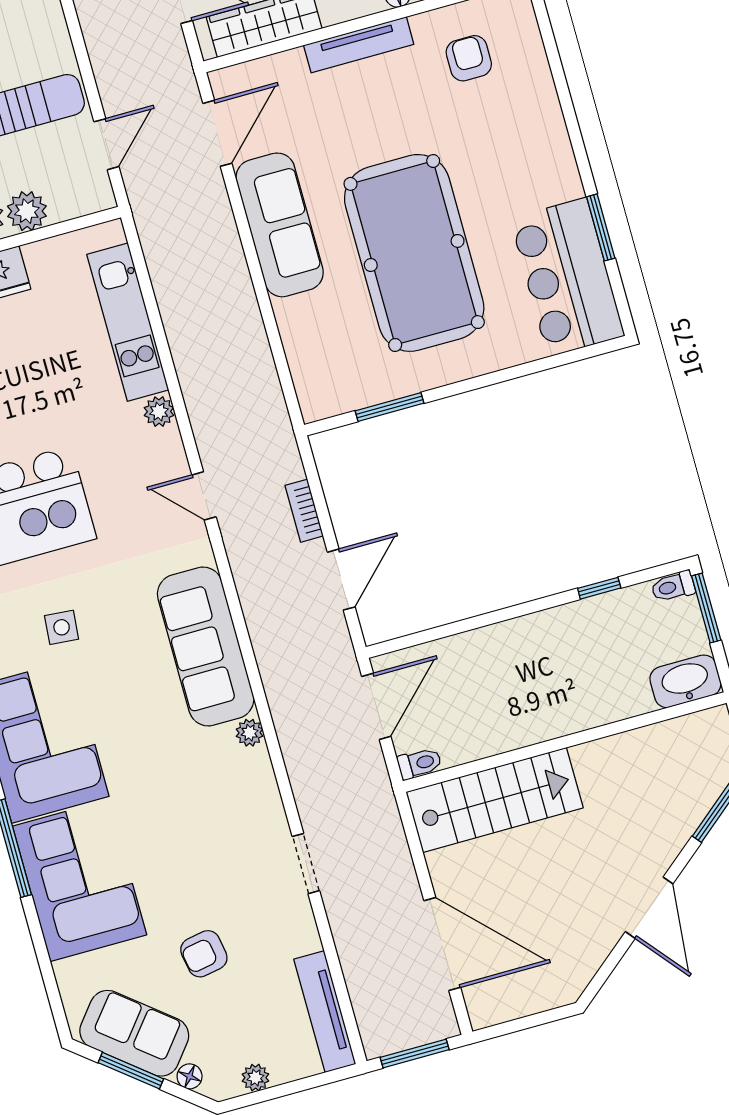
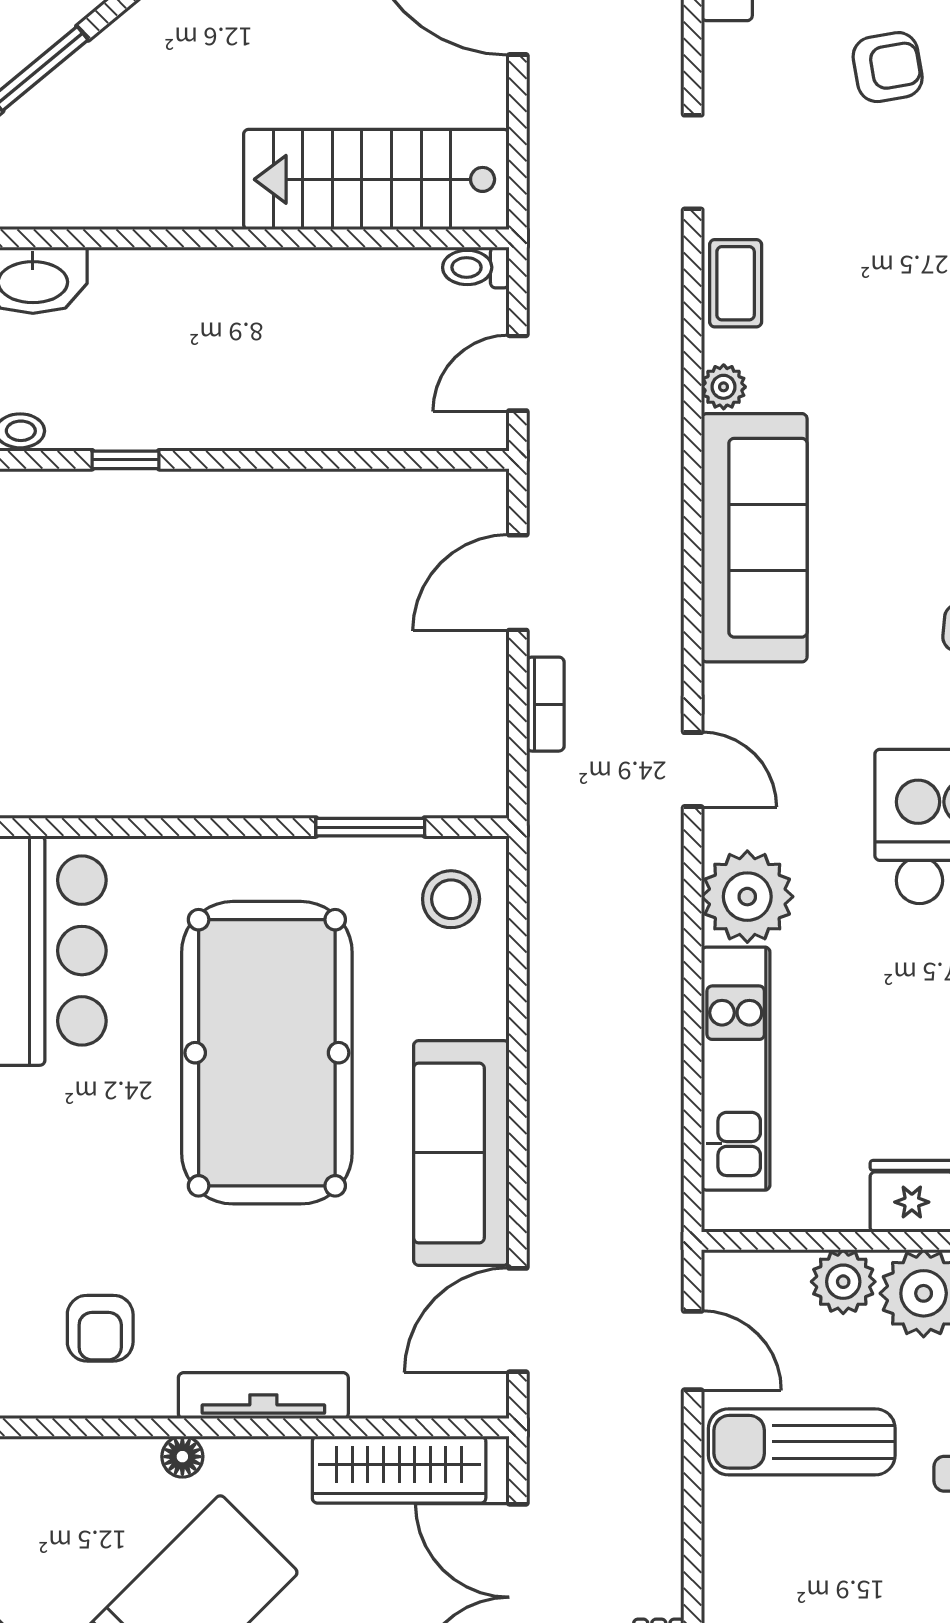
door: (106, 144) -> (693, 1351), swing flipped
stool: (328, 377) -> (451, 899), added
plant: (159, 412) -> (747, 897), width x1.88, depth x1.88
door: (376, 706) -> (518, 373), width x0.73
coffee table: (260, 797) -> (736, 283), added

